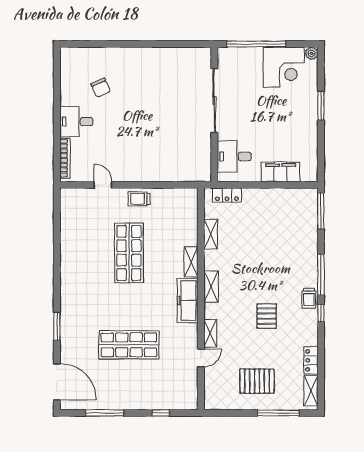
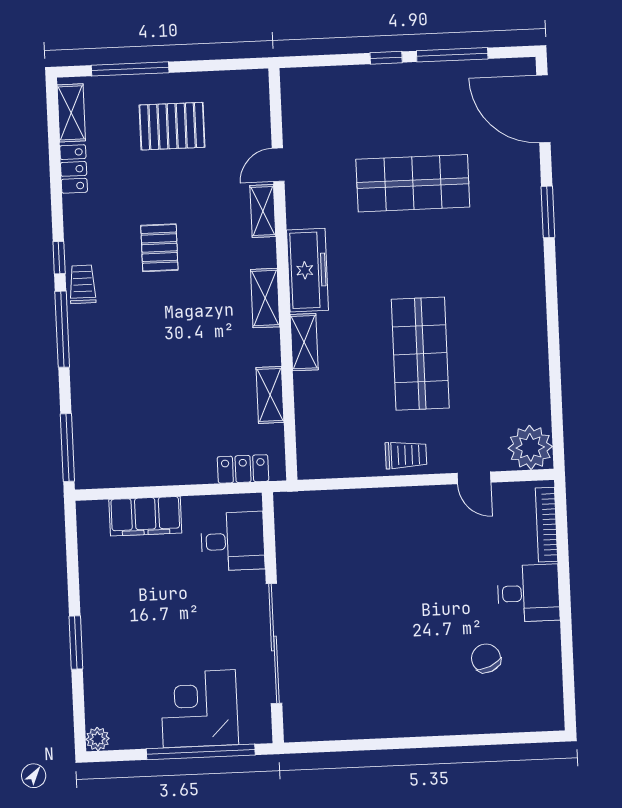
corner desk: (284, 67) -> (199, 709), moved
plant: (72, 200) -> (530, 447), added
window: (161, 413) -> (386, 58), moved

